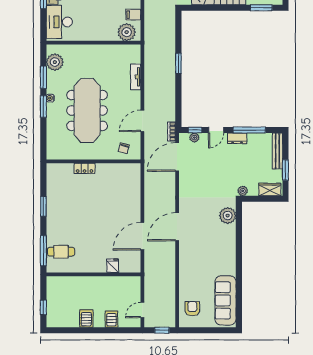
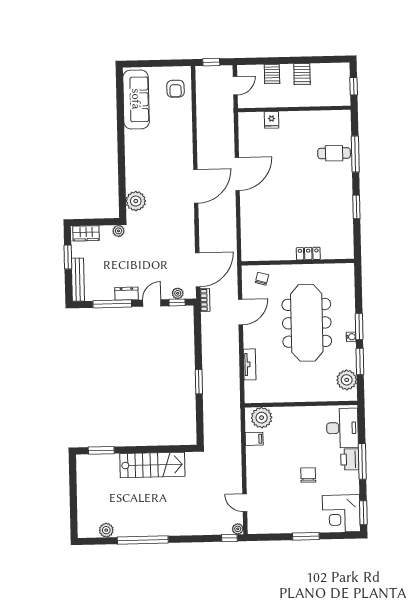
fridge: (113, 266) -> (272, 120), moved
wall: (93, 274) -> (294, 109), moved

